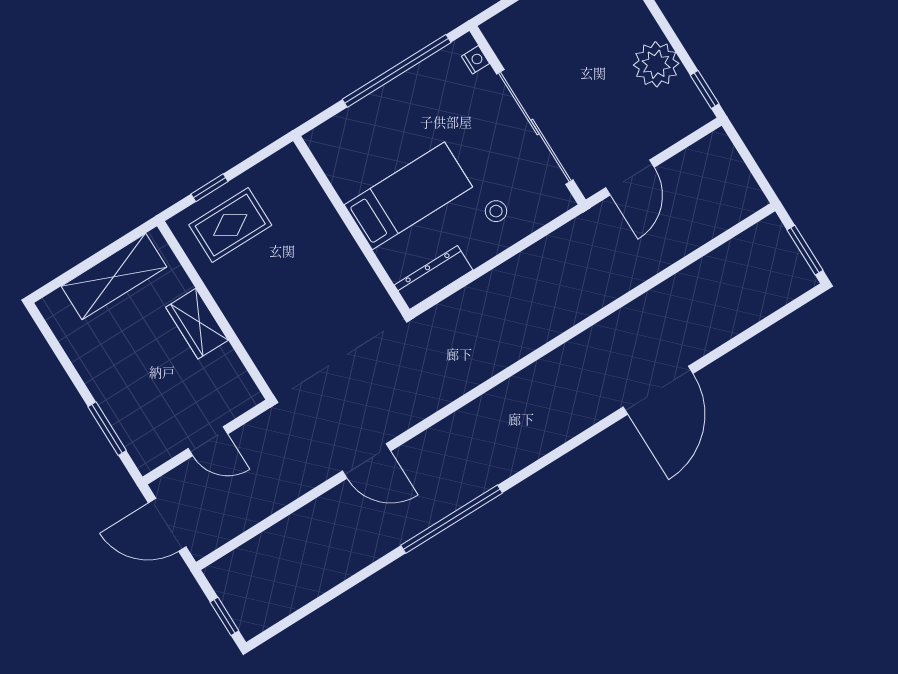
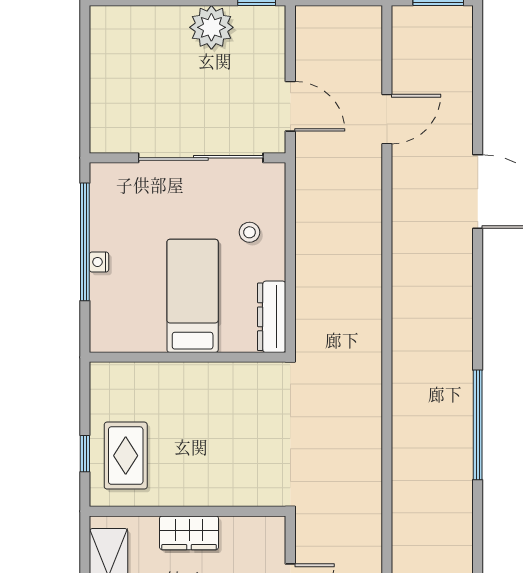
nightstand: (476, 60) -> (99, 262), moved, turned -90
door: (366, 461) -> (387, 119), moved

